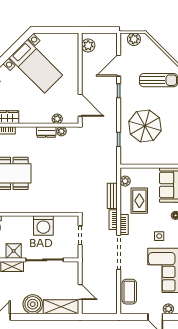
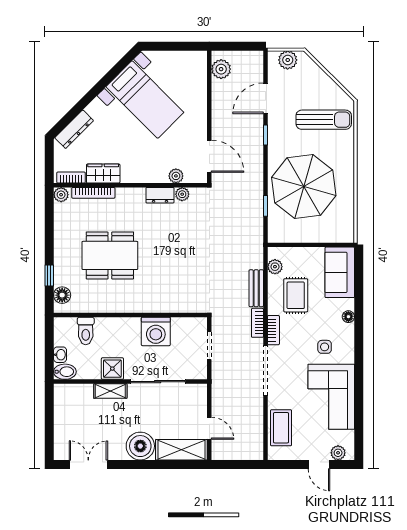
parasol: (145, 126) -> (304, 186), width x1.36, depth x1.36

